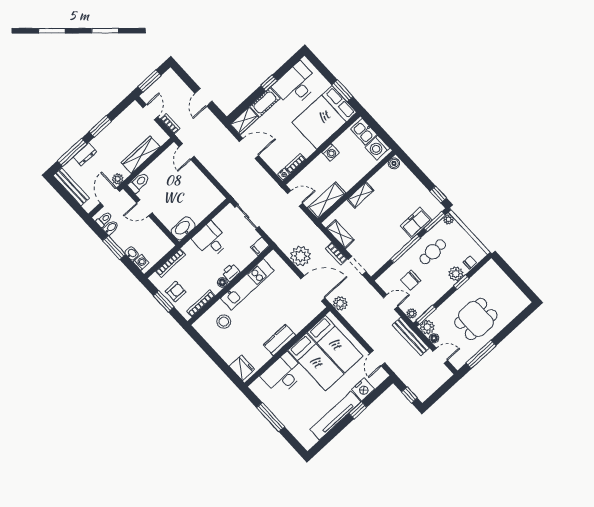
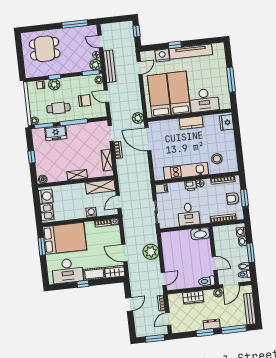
washing machine: (331, 152) -> (91, 212), moved
dresser: (85, 154) -> (212, 324), moved
wardrobe: (141, 155) -> (193, 297), width x0.67
window: (438, 195) -> (32, 157), moved
door: (295, 198) -> (119, 202), hinge flipped
plant: (301, 256) -> (151, 252), moved
dining table: (476, 319) -> (45, 49), moved

